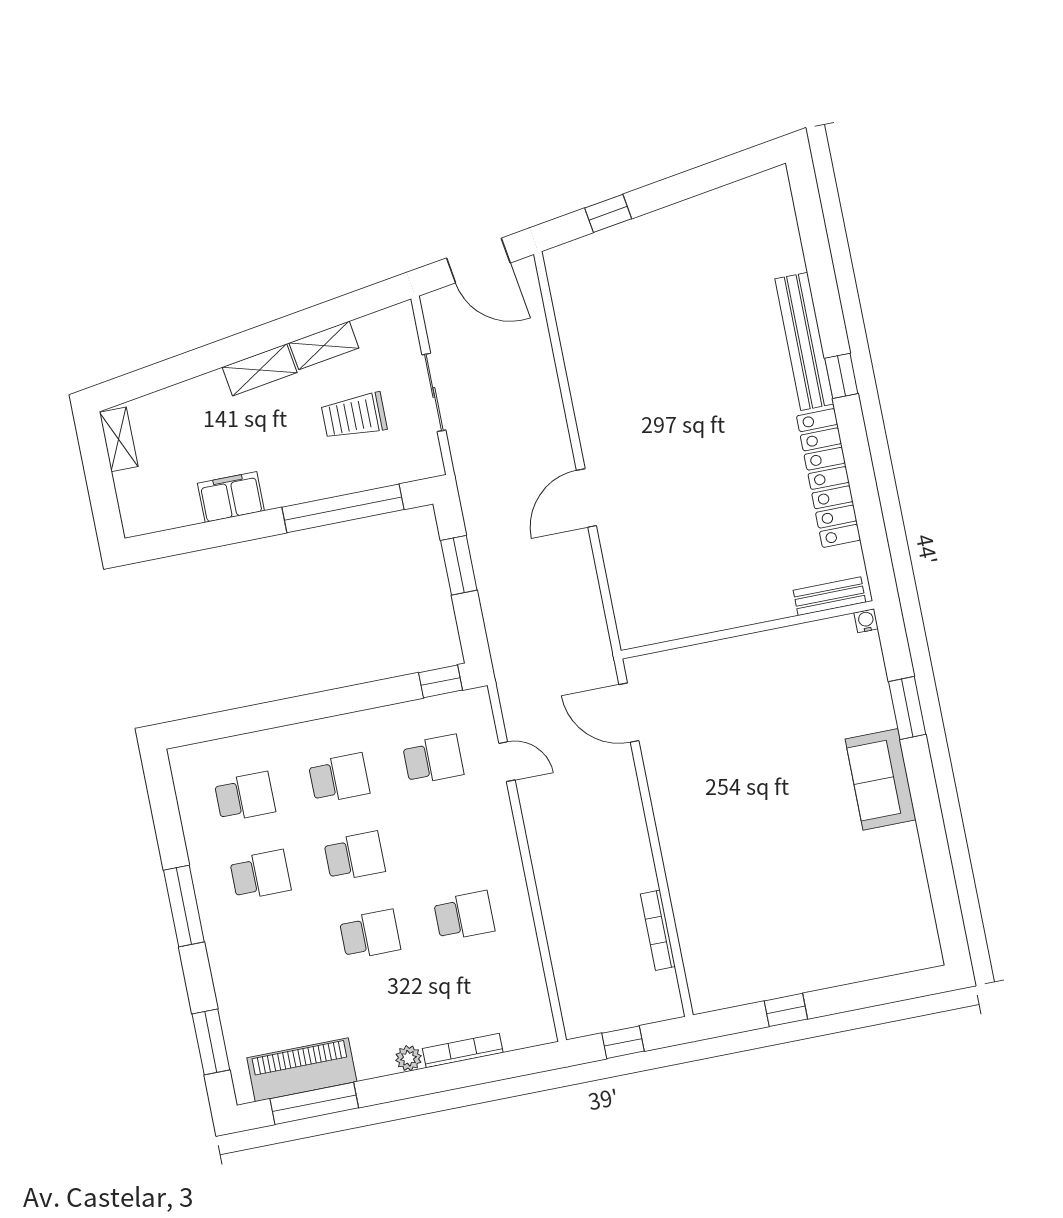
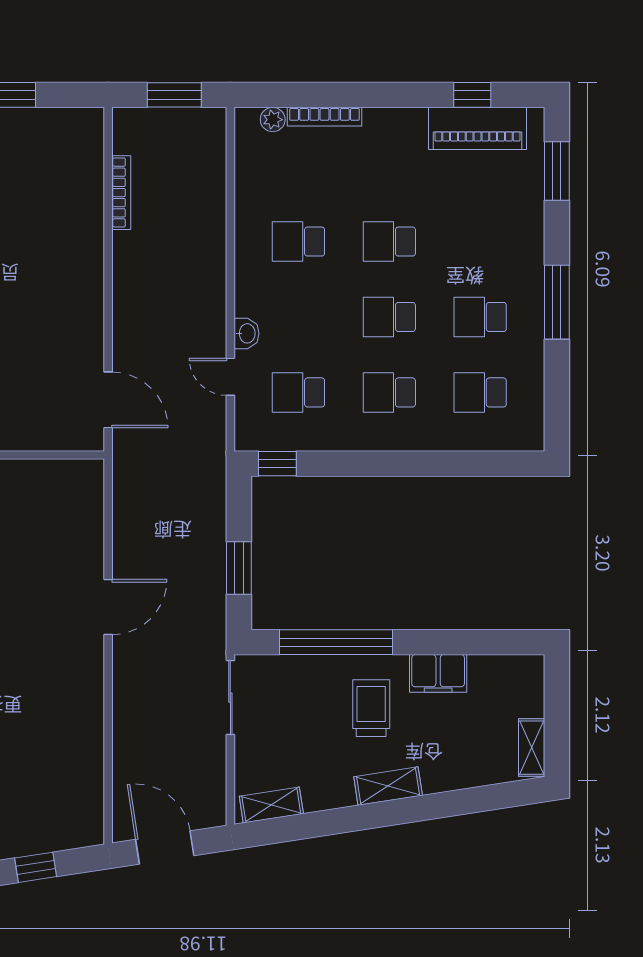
shelving: (324, 345) -> (271, 805), moved
sliding door: (434, 392) -> (230, 698), moved
trolley: (354, 416) -> (371, 708), moved, turned -90
washbasin: (499, 810) -> (246, 333), added
window: (623, 1042) -> (174, 95), width x1.50
plant: (409, 1058) -> (273, 120), moved
window: (314, 1103) -> (472, 95), width x0.46

